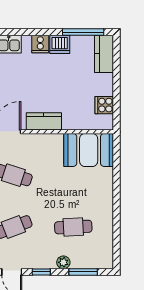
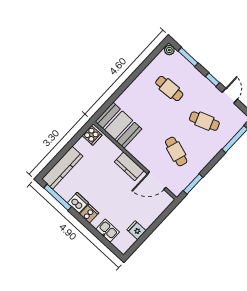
kitchen counter: (104, 54) -> (62, 168), width x1.50
cooker: (104, 105) -> (92, 135), moved
plant: (63, 262) -> (169, 50), moved

